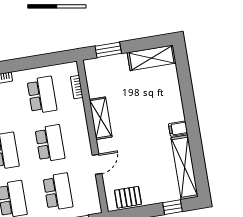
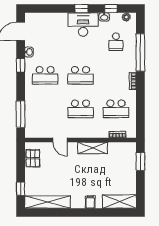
shelving: (152, 58) -> (119, 202), moved, turned 90
filing cabinet: (178, 129) -> (90, 202), moved
school desk: (58, 192) -> (45, 109), removed

